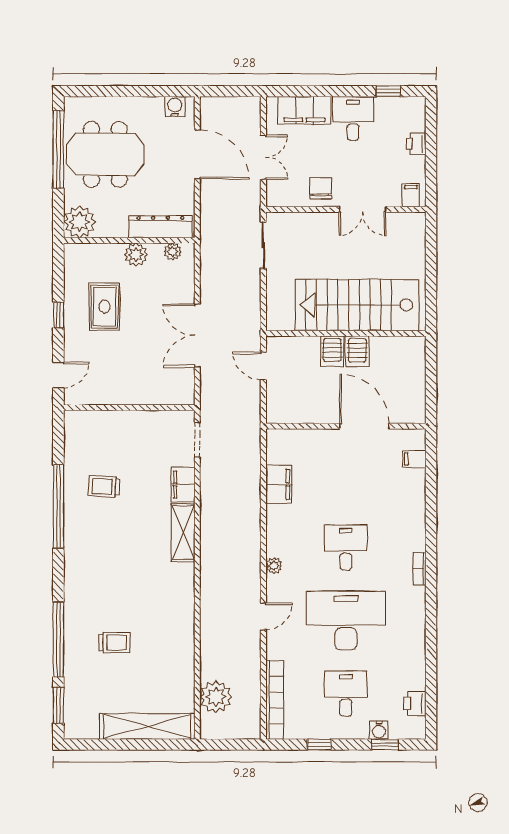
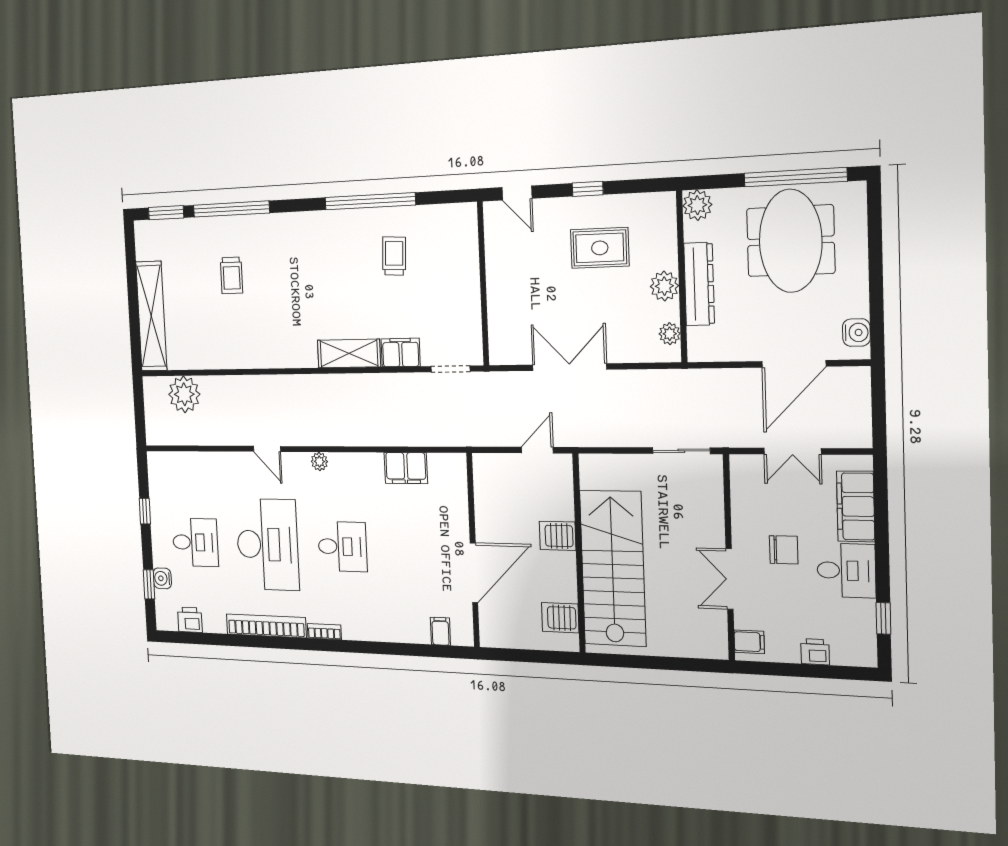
chair: (321, 188) -> (784, 550), moved
plant: (80, 222) -> (697, 205), width x0.73, depth x0.73
dresser: (160, 227) -> (699, 284), moved
server rack: (357, 351) -> (560, 618), moved
bookcase: (275, 700) -> (266, 626), moved, turned 180

